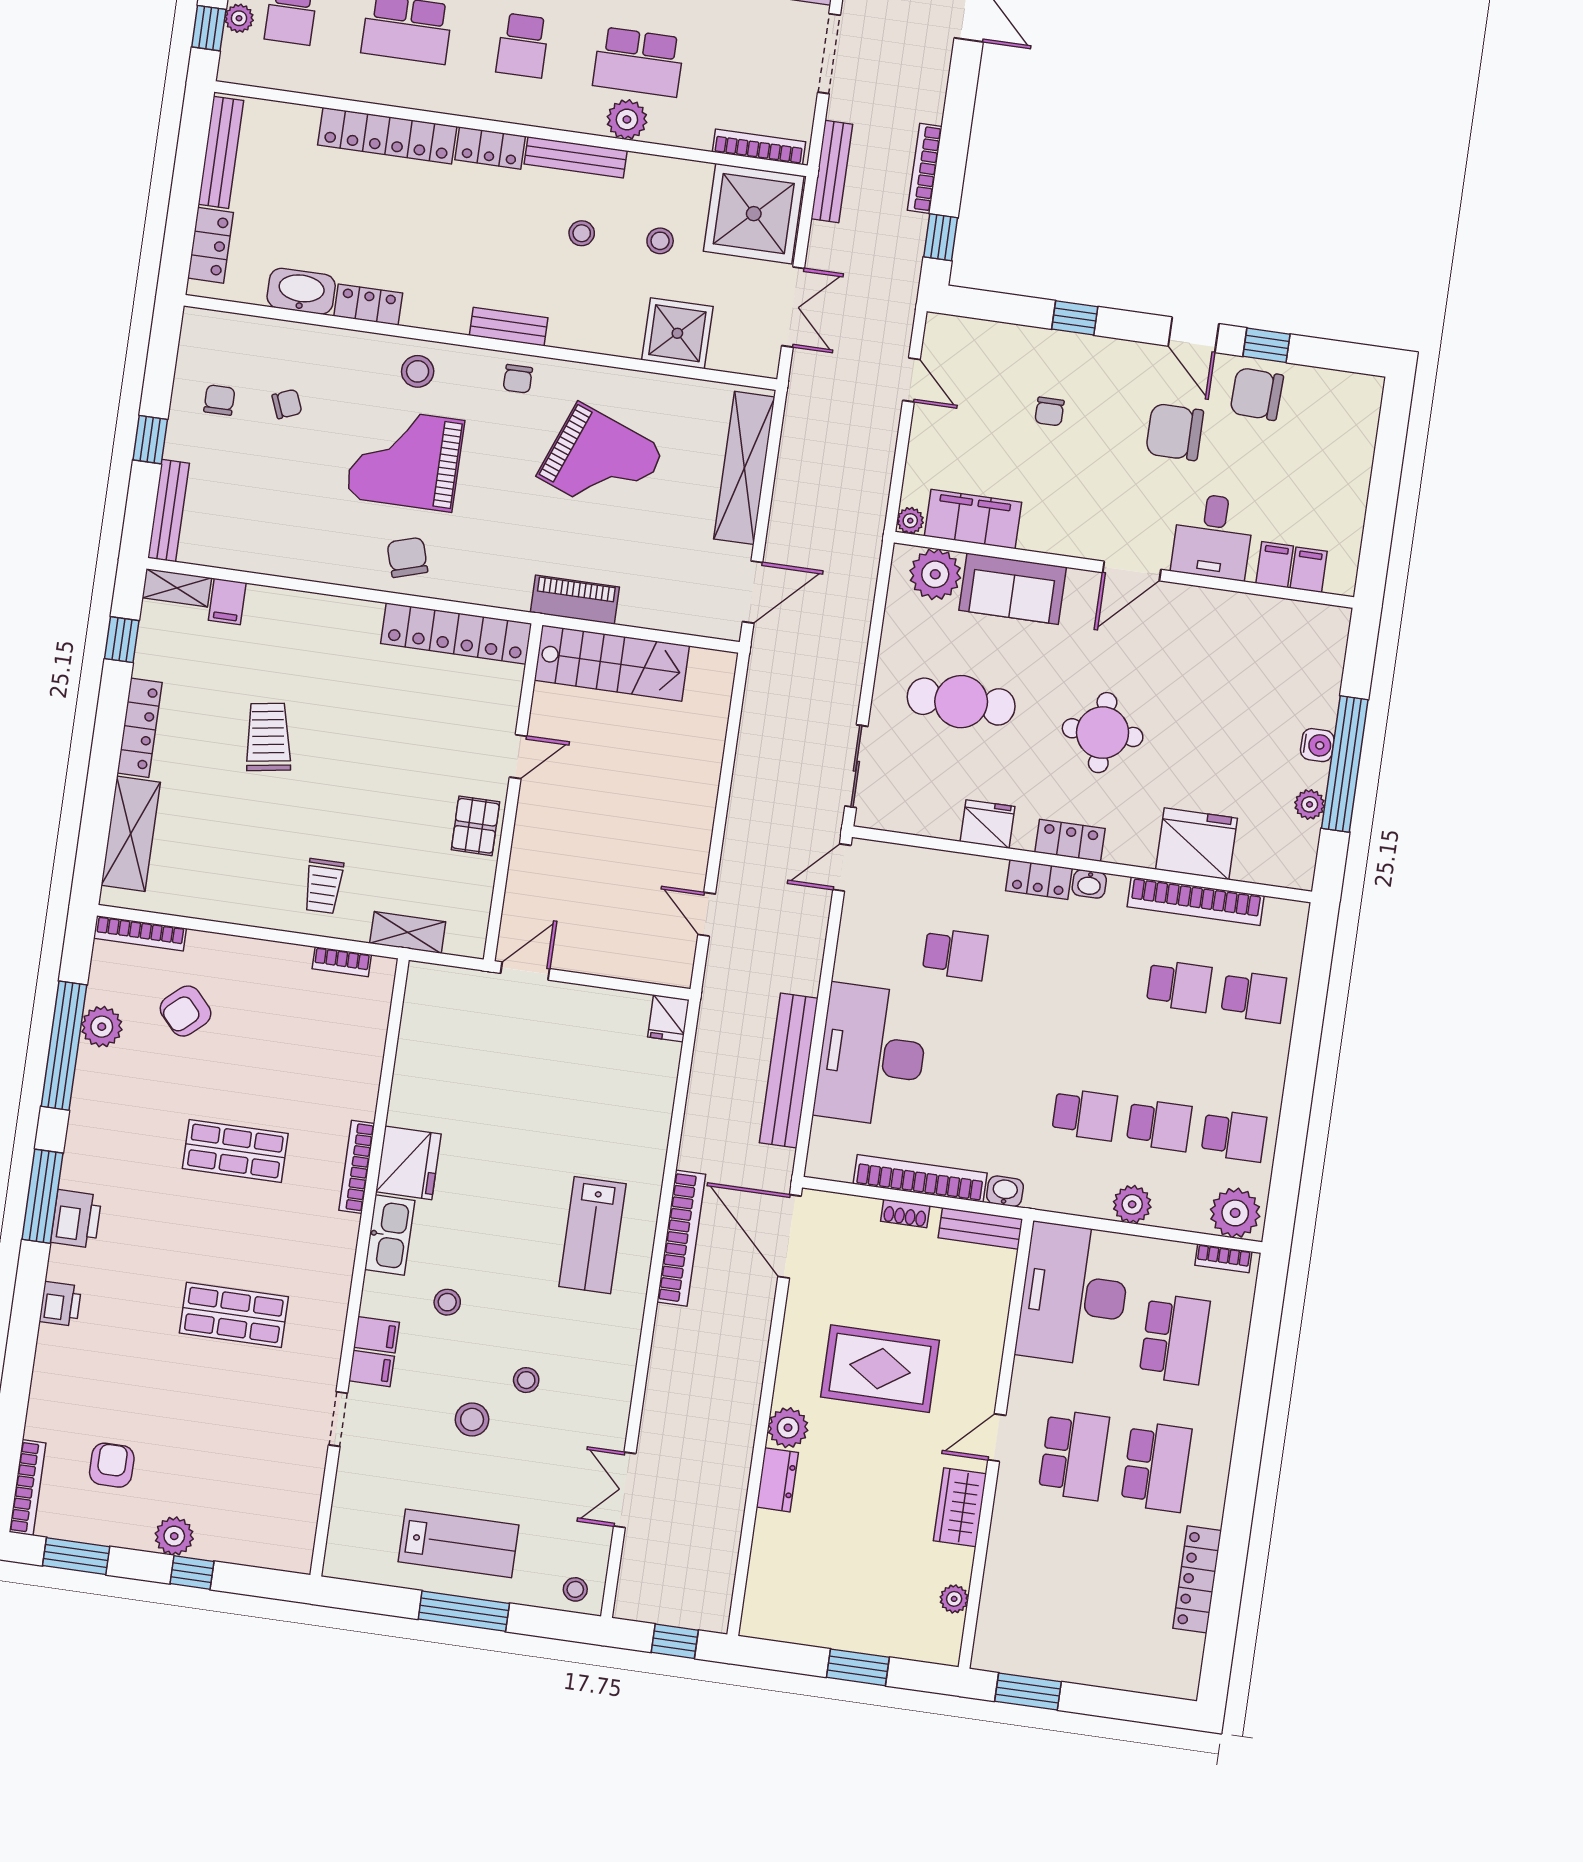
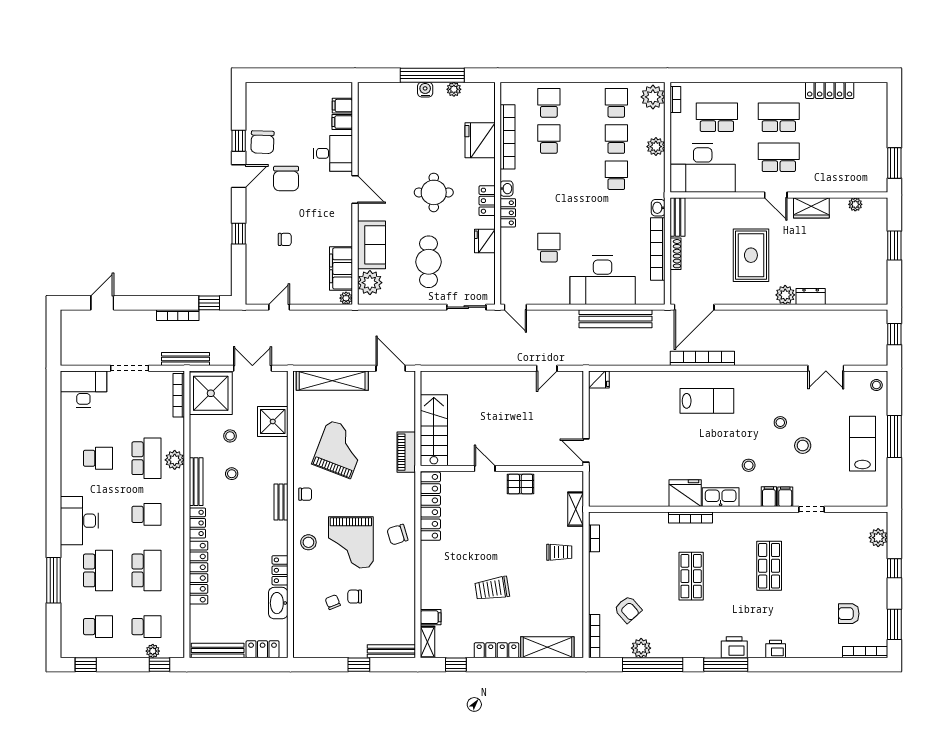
chair: (219, 400) -> (355, 597), moved
shoe rack: (905, 1213) -> (676, 254), width x1.43
plant: (174, 1536) -> (878, 538), moved

